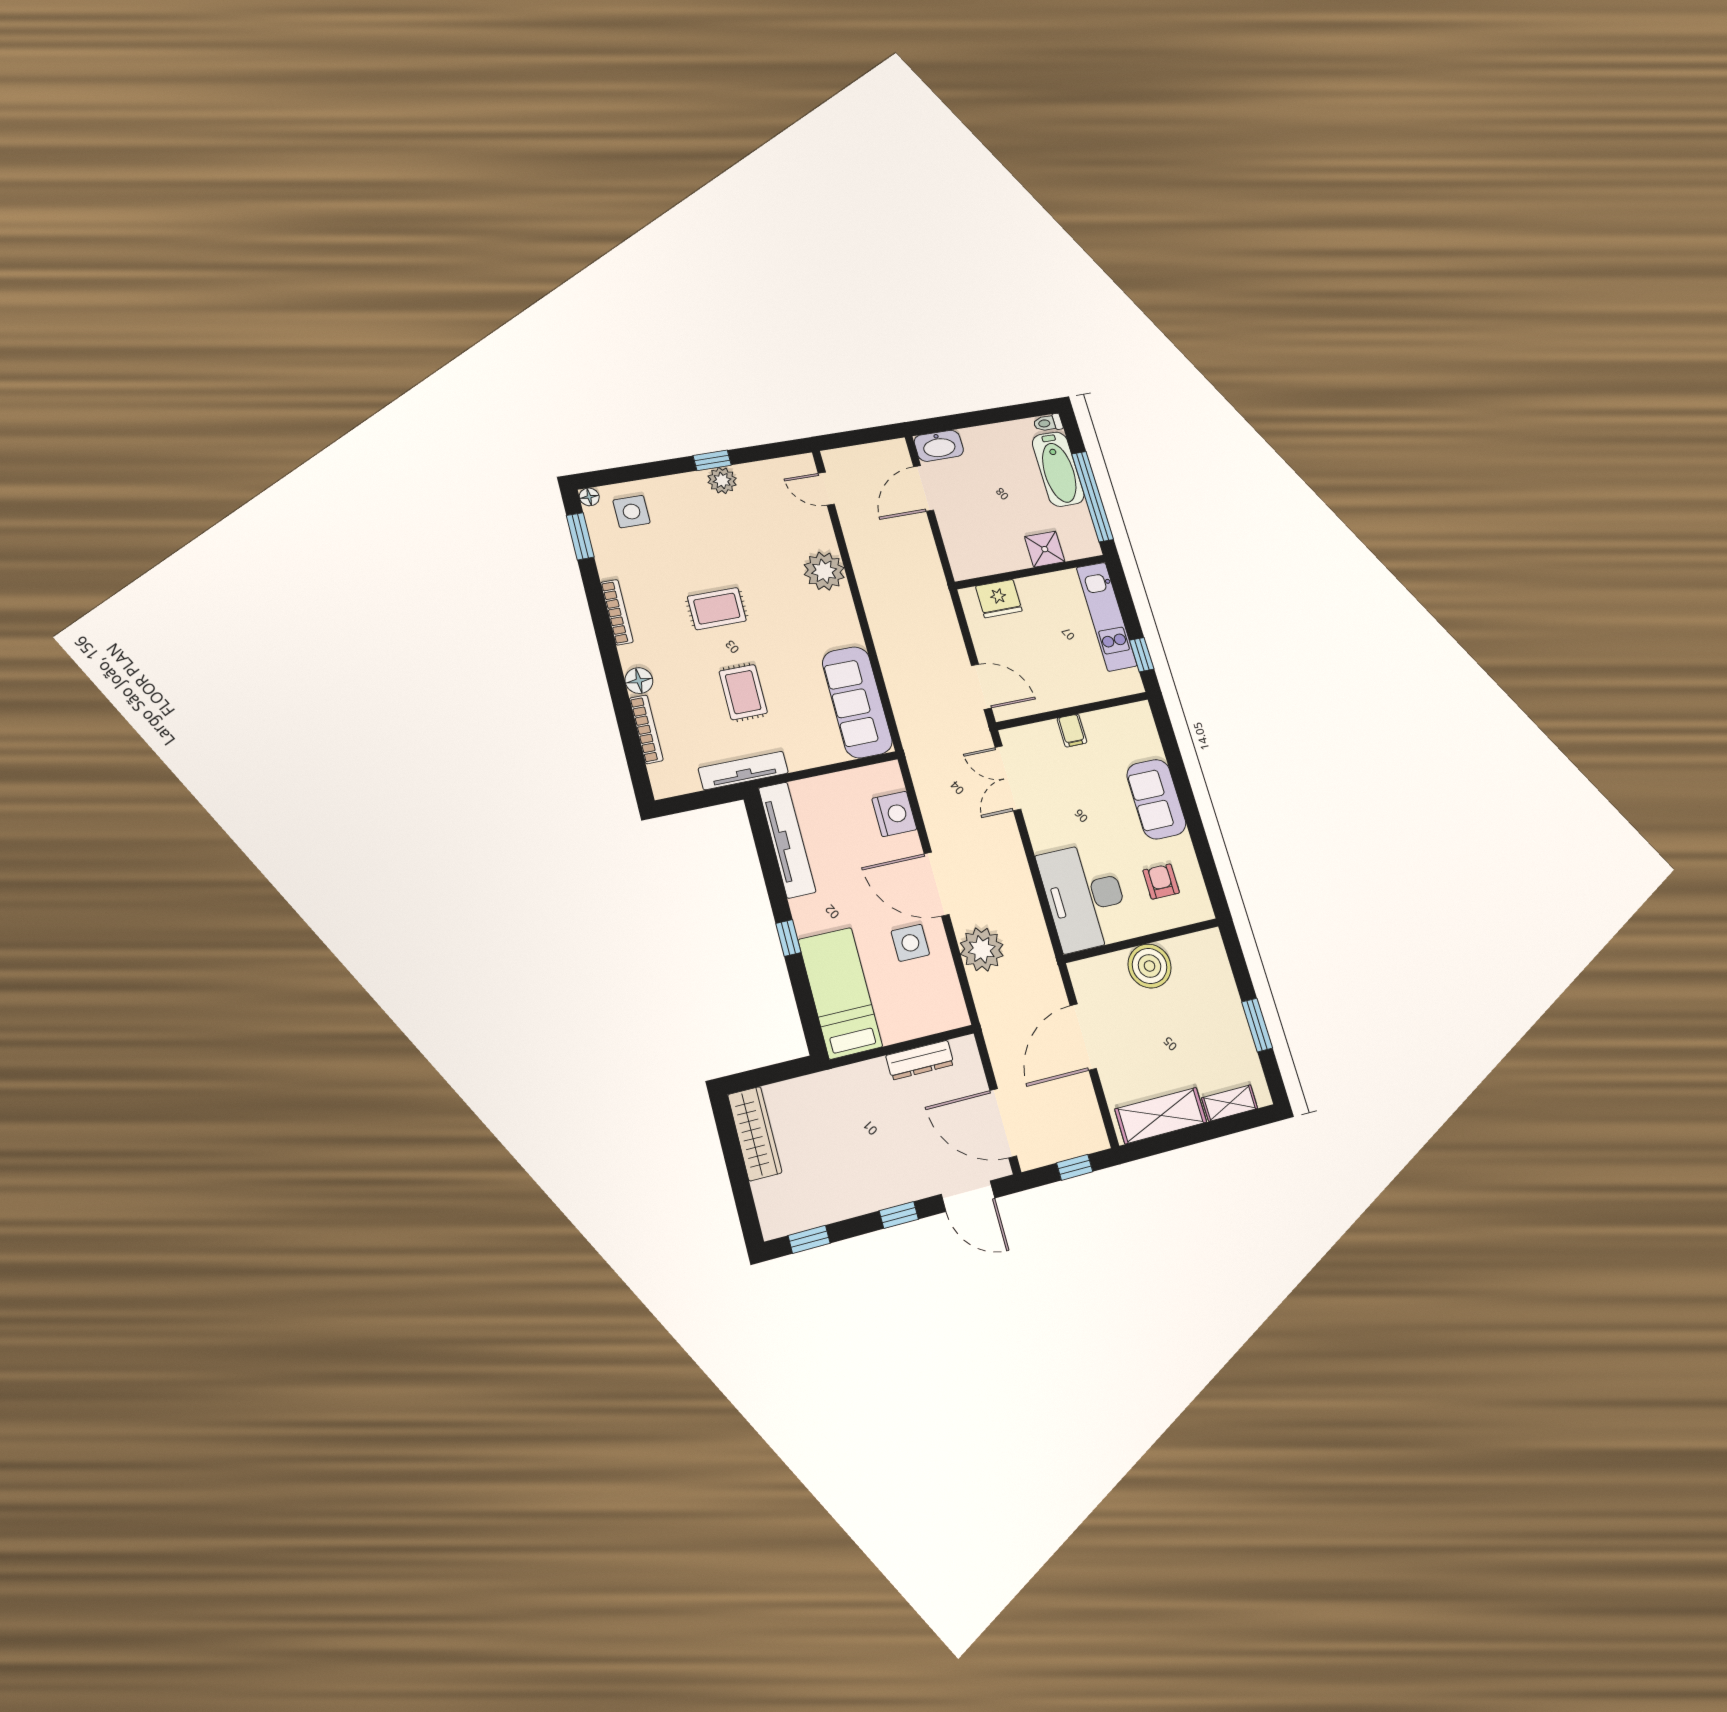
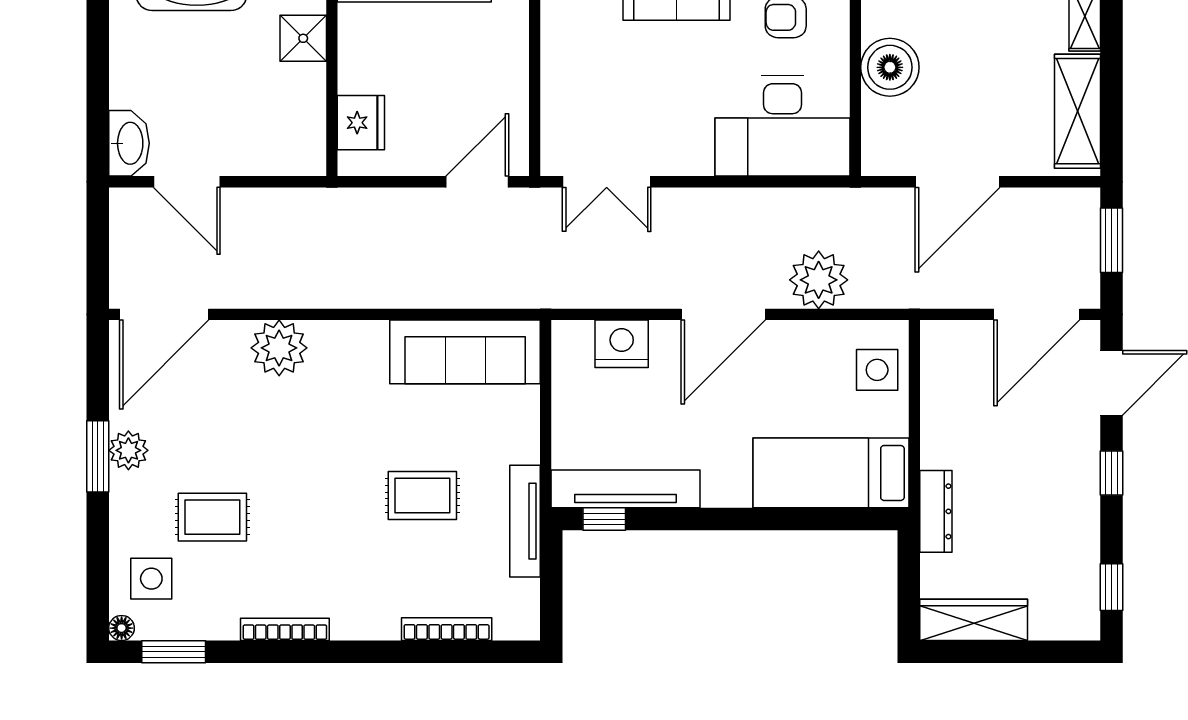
window: (712, 460) -> (98, 456), width x1.50
door: (826, 489) -> (164, 314), width x1.87
rug: (717, 609) -> (212, 517), moved, turned 90
floor lamp: (639, 681) -> (381, 623), removed
filing cabinet: (1072, 731) -> (561, 76), removed
window: (788, 938) -> (604, 519), moved
side table: (910, 943) -> (877, 370), moved
door: (1083, 1037) -> (958, 182), hinge flipped
dresser: (920, 1060) -> (936, 511), moved
window: (1075, 1167) -> (1112, 240), width x1.50

